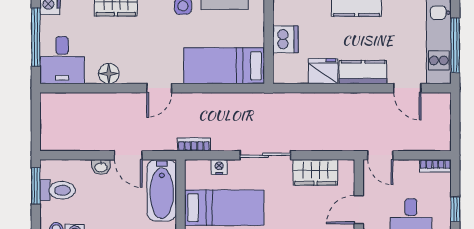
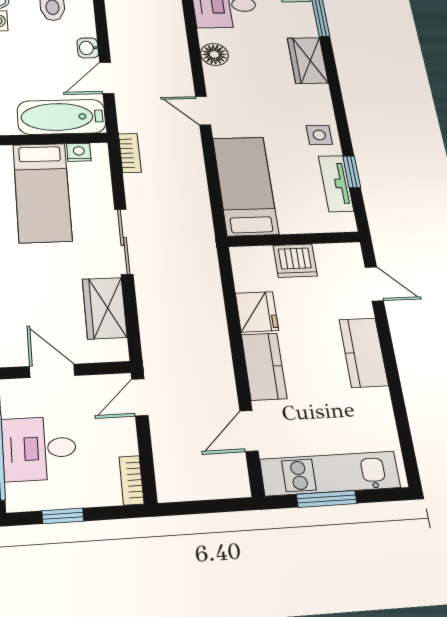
window: (455, 45) -> (327, 499), width x0.69
nightstand: (219, 167) -> (79, 152), moved, turned -90

